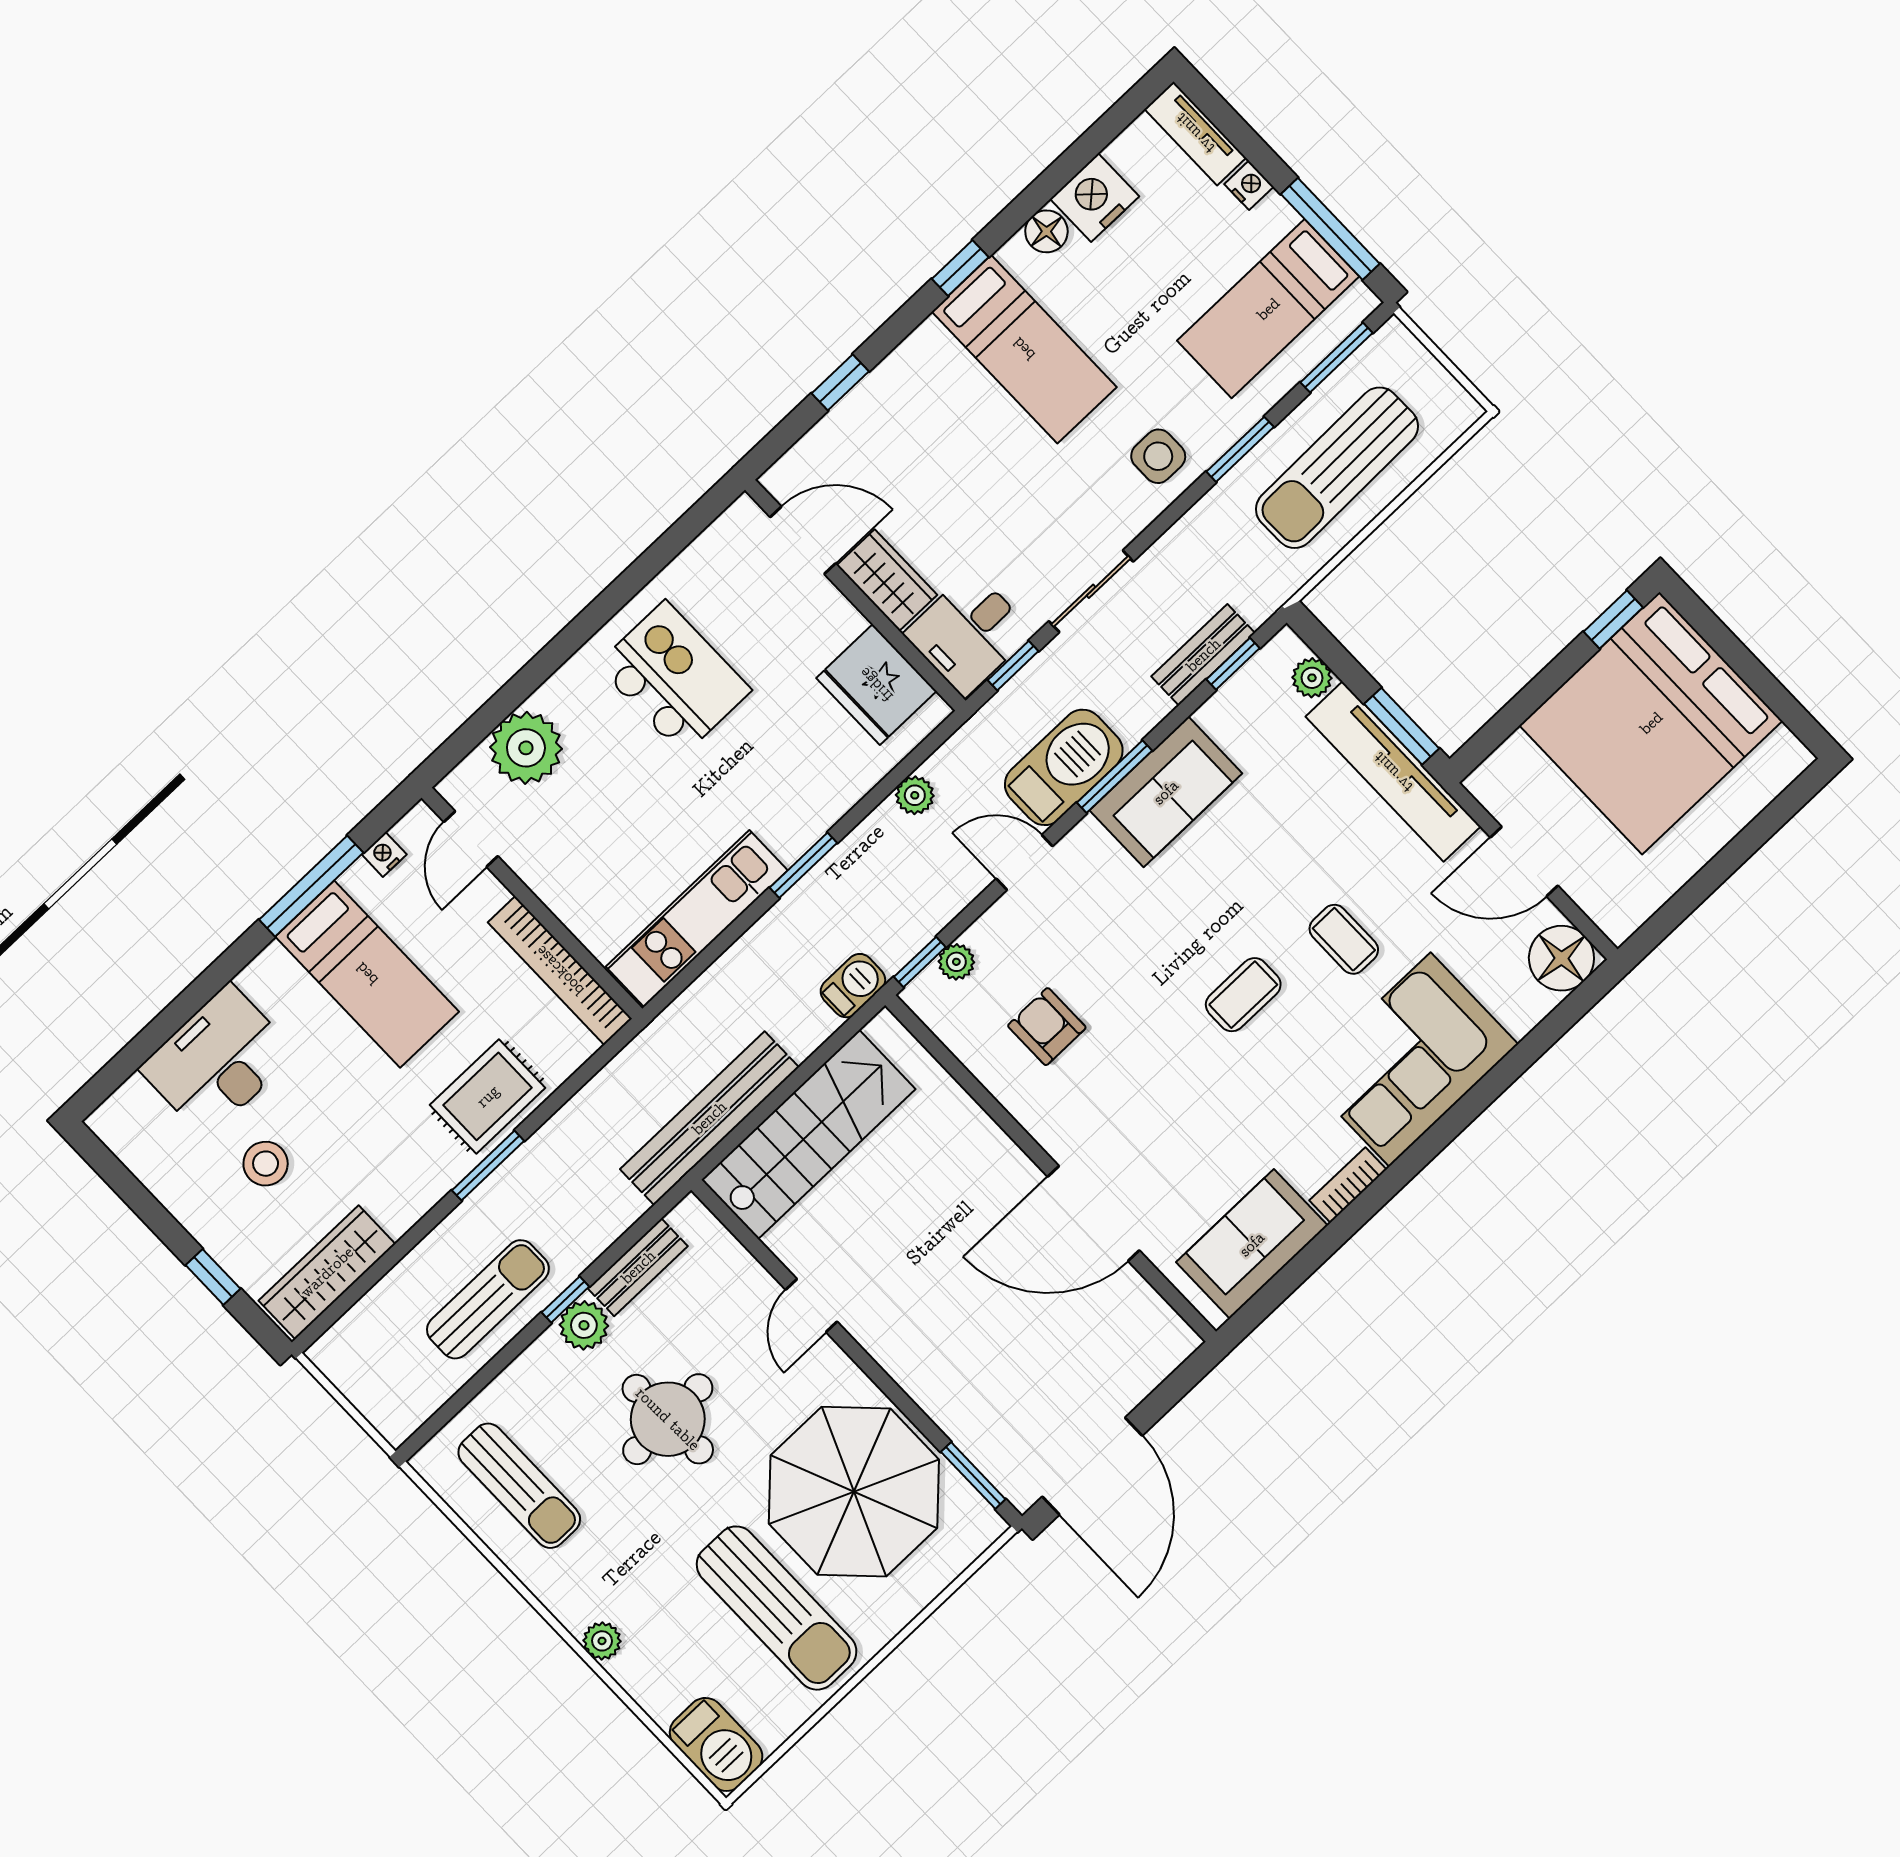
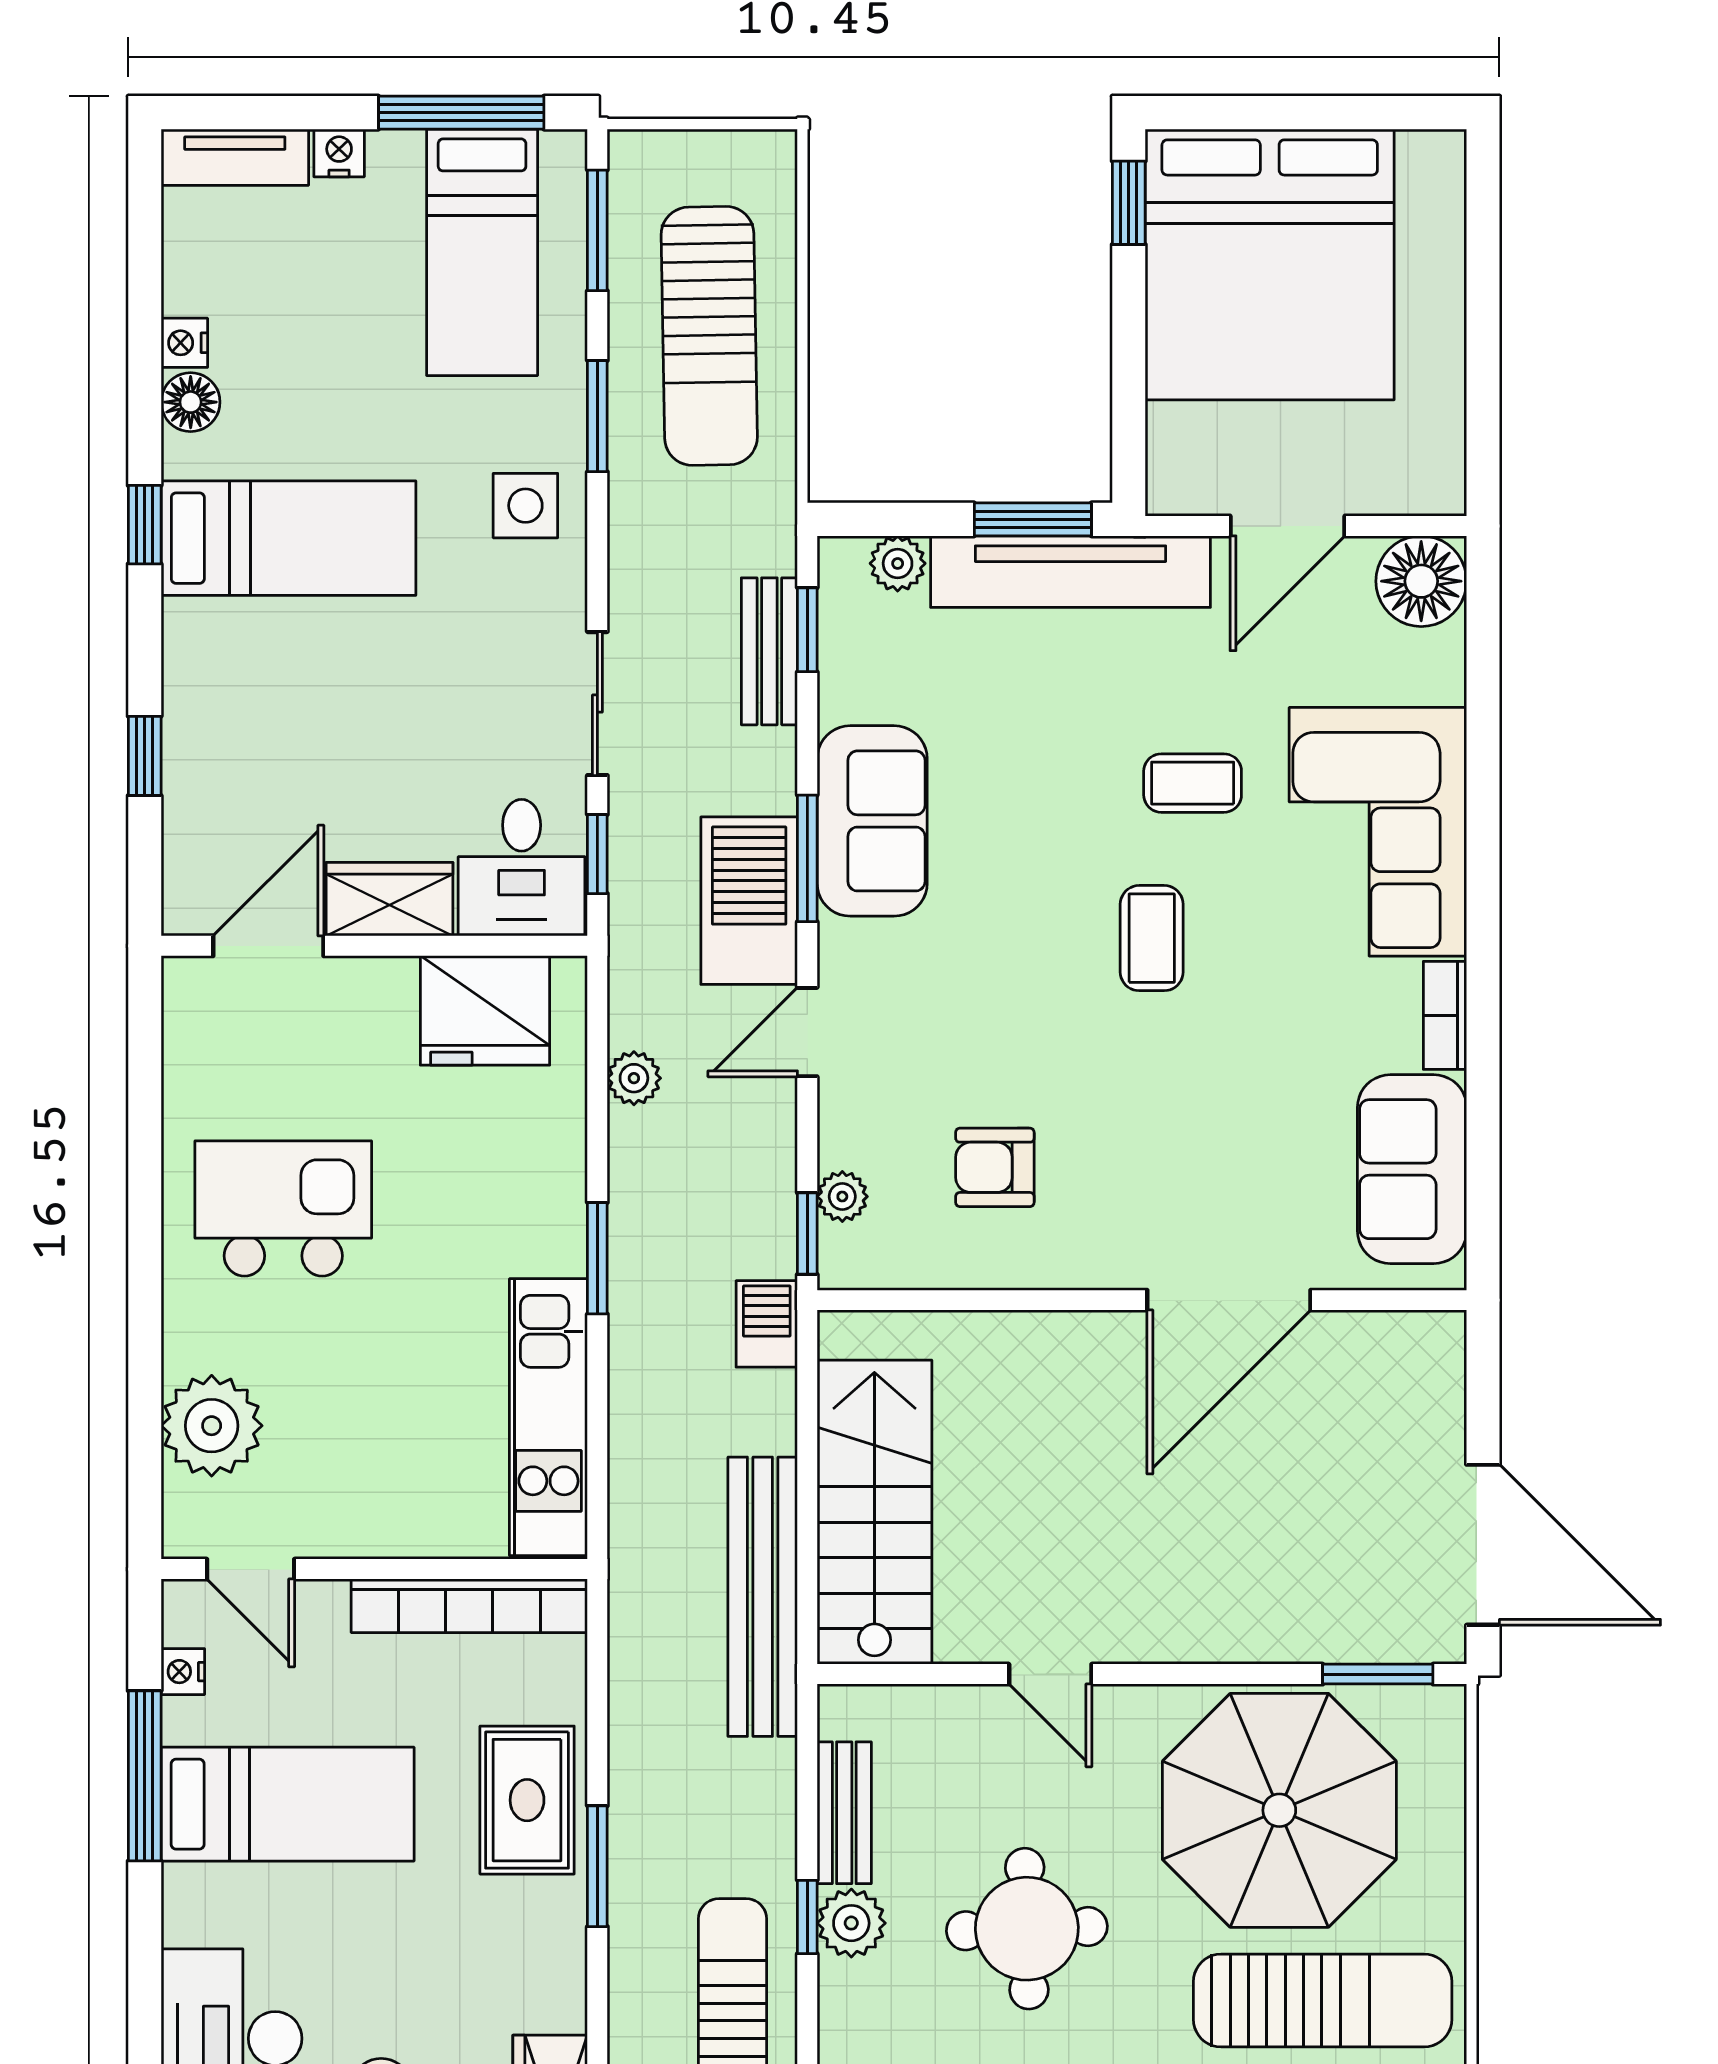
nightstand: (1095, 198) -> (184, 343), width x0.53, depth x0.56

